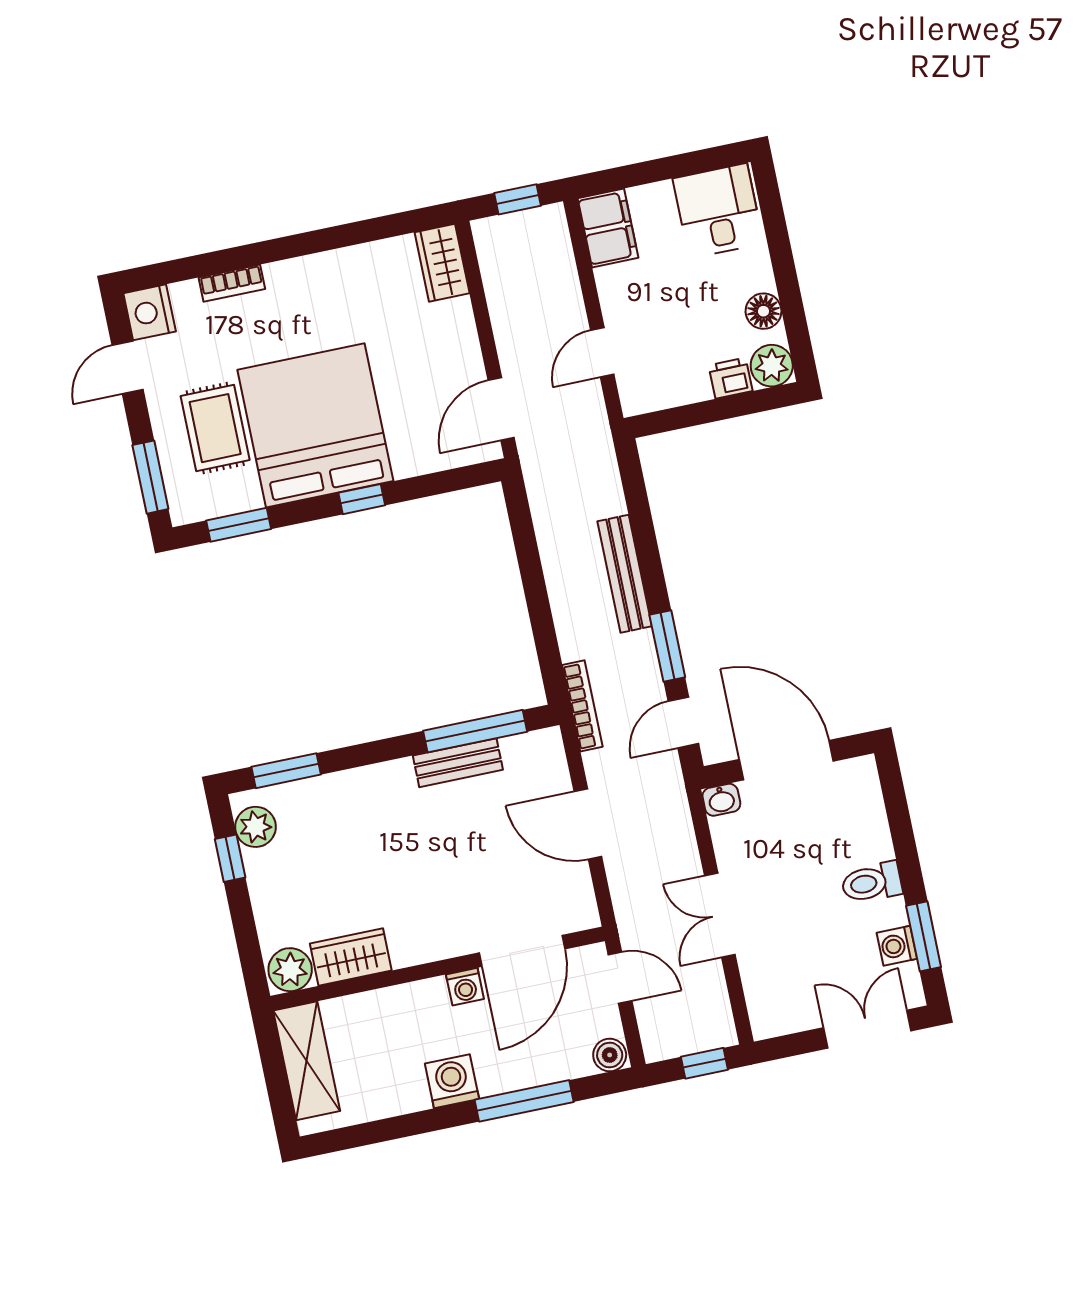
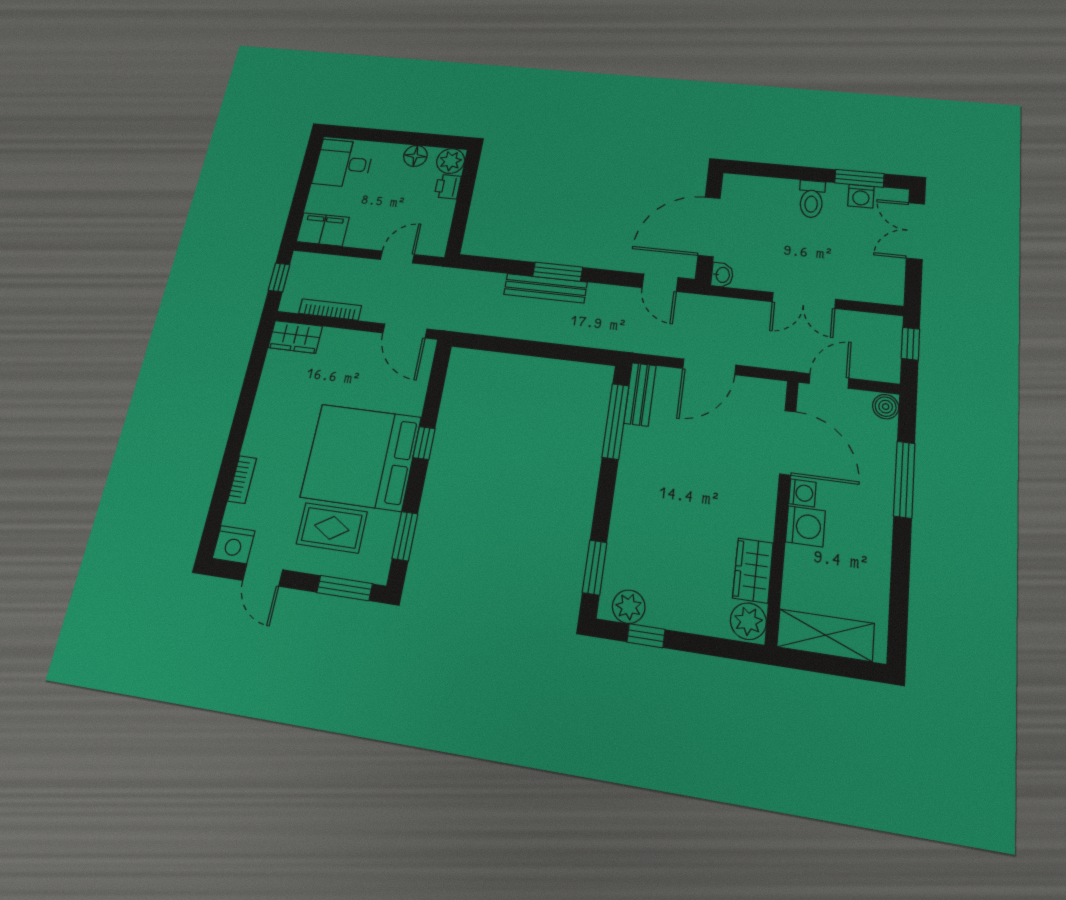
door: (602, 352) -> (397, 257), swing flipped
window: (667, 646) -> (558, 272), moved
bookcase: (582, 706) -> (330, 310), moved
bench: (458, 763) -> (640, 394), moved
washing machine: (452, 1081) -> (805, 526), moved, turned 180

